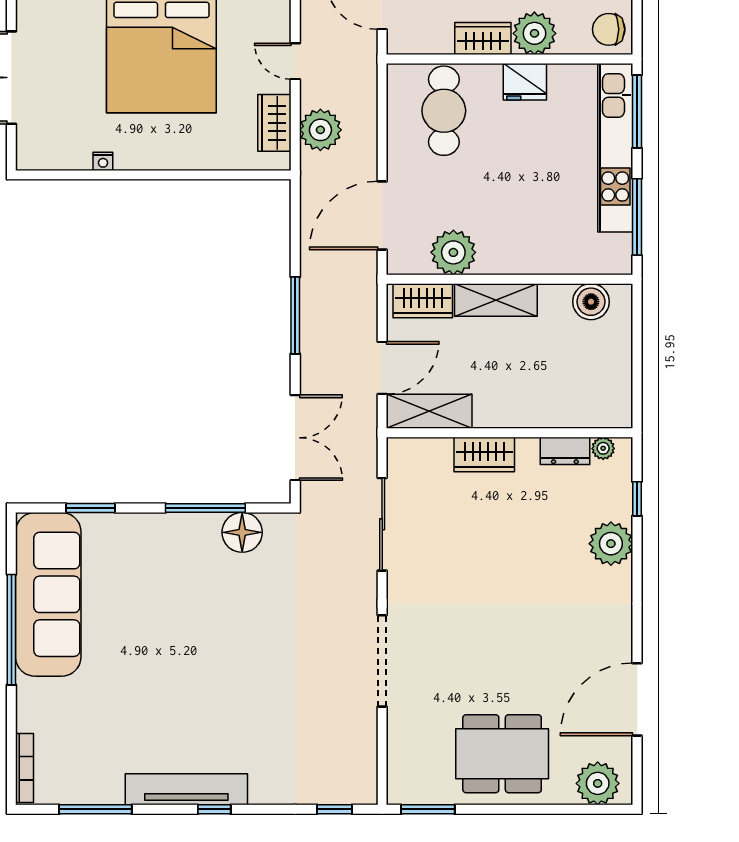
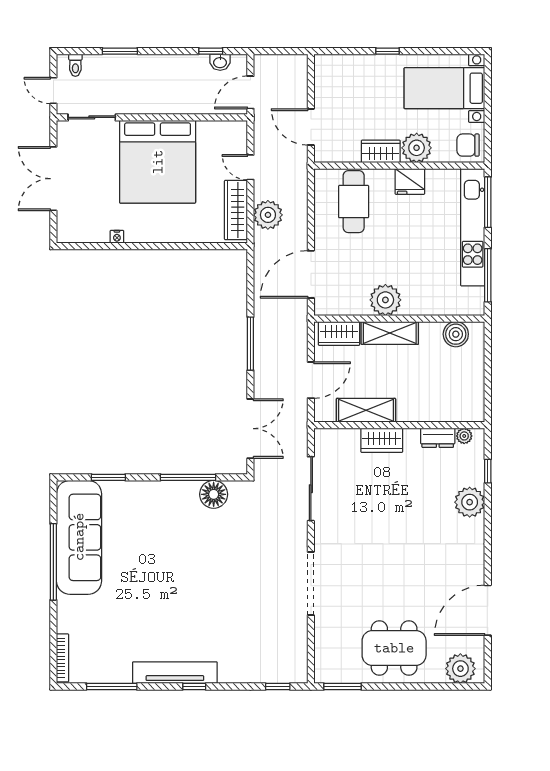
wardrobe: (274, 123) -> (236, 210), width x1.50
plant: (453, 252) -> (385, 300), moved
shelving: (429, 411) -> (366, 410), moved

